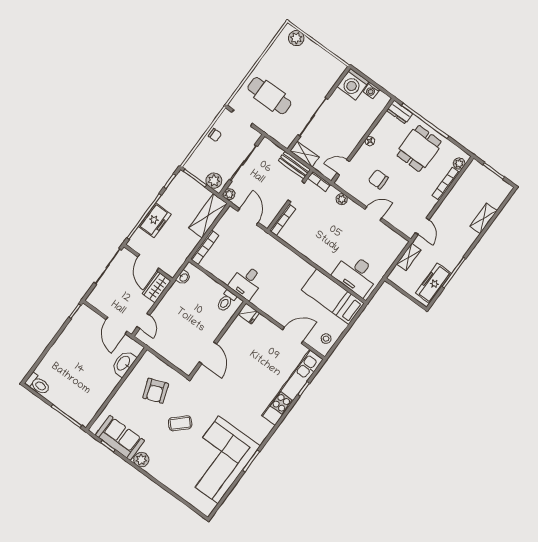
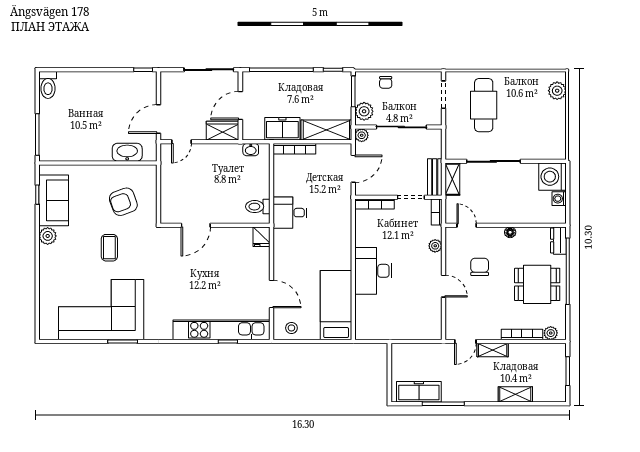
chair: (215, 135) -> (386, 82), moved
freezer: (155, 220) -> (282, 129), moved, turned 180
shelving: (409, 257) -> (493, 350), moved
desk: (356, 274) -> (373, 271), moved
coffee table: (180, 423) -> (109, 248), turned 44

